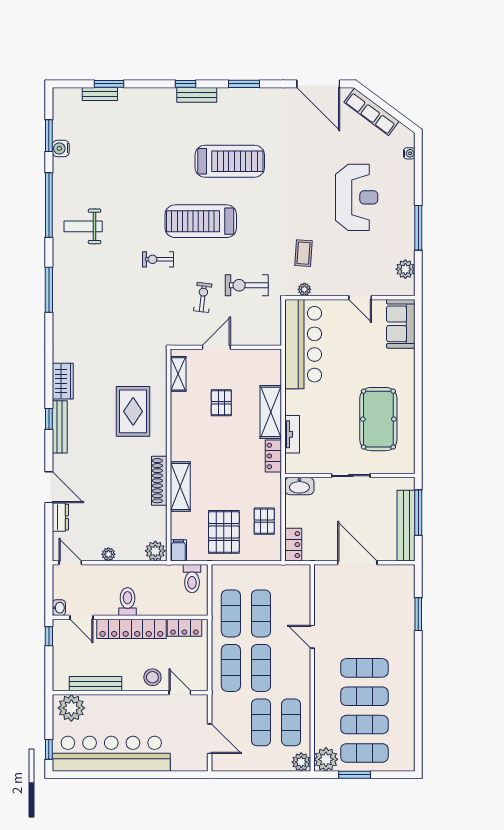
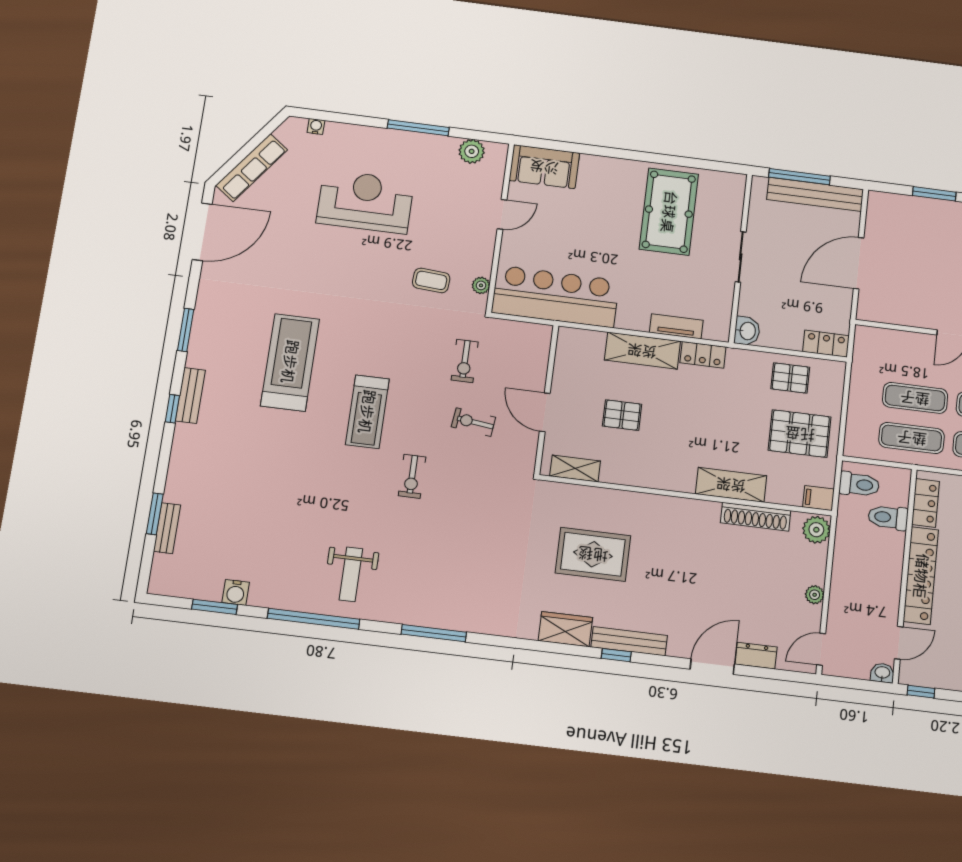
treadmill: (201, 221) -> (367, 412), width x0.73, depth x0.73
exercise bike: (247, 285) -> (465, 361), width x0.73, depth x0.72
rug: (133, 411) -> (593, 554), moved
pool table: (378, 419) -> (669, 212), turned 90
shoe rack: (159, 481) -> (756, 517), moved
washbasin: (299, 486) -> (747, 331), width x0.72
toilet: (127, 602) -> (888, 517), moved

